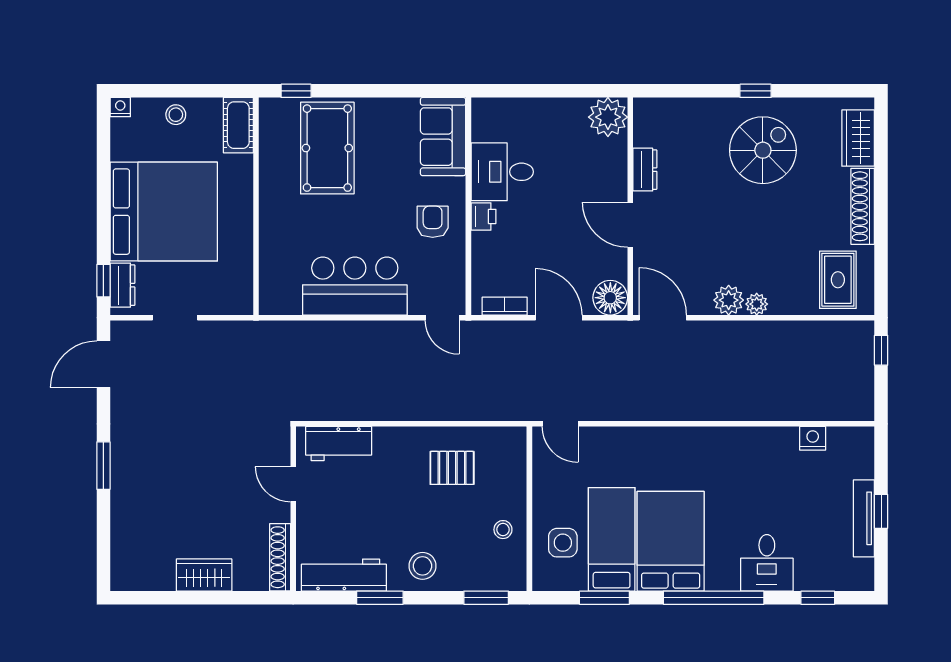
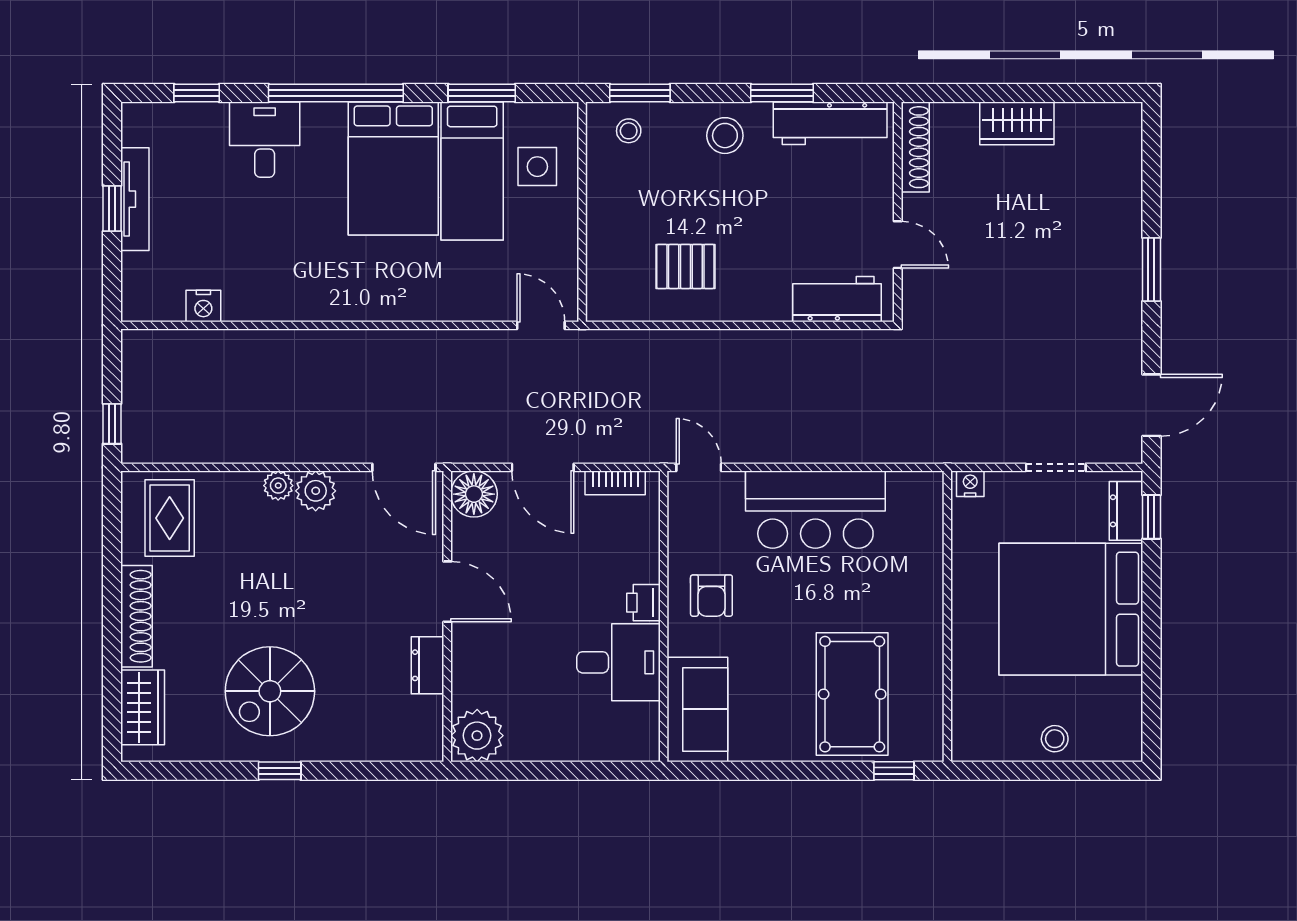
nightstand: (120, 107) -> (970, 484), moved, turned 180
cot: (238, 125) -> (971, 725), removed
stool: (503, 530) -> (629, 131), moved

